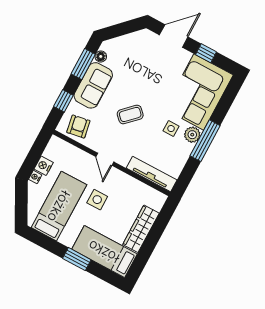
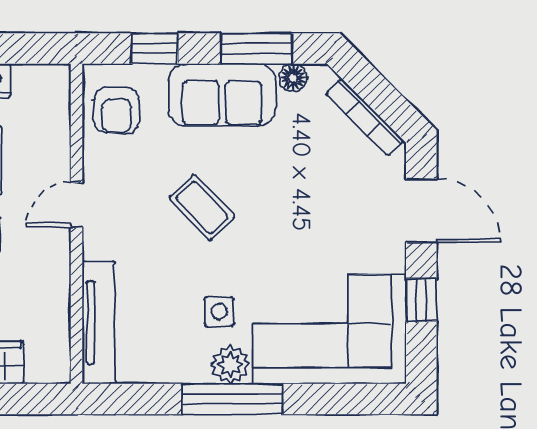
bookcase: (129, 38) -> (365, 117), added
armchair: (78, 127) -> (117, 110), turned 100

